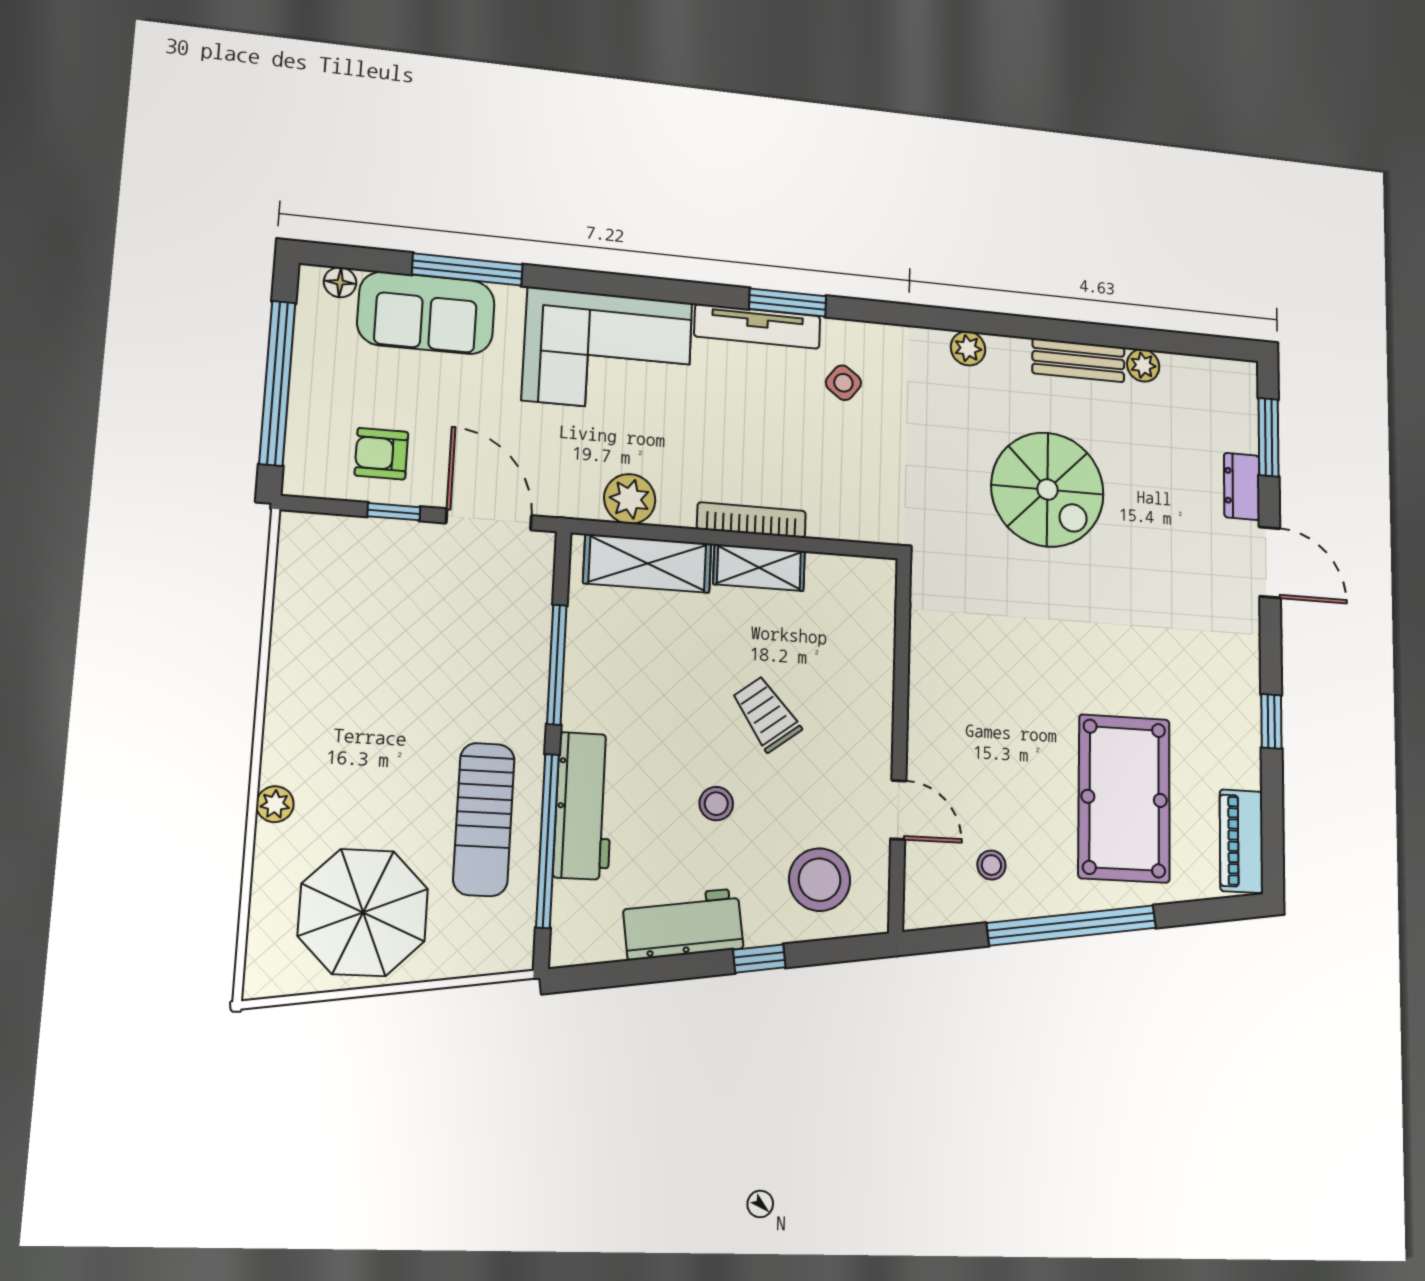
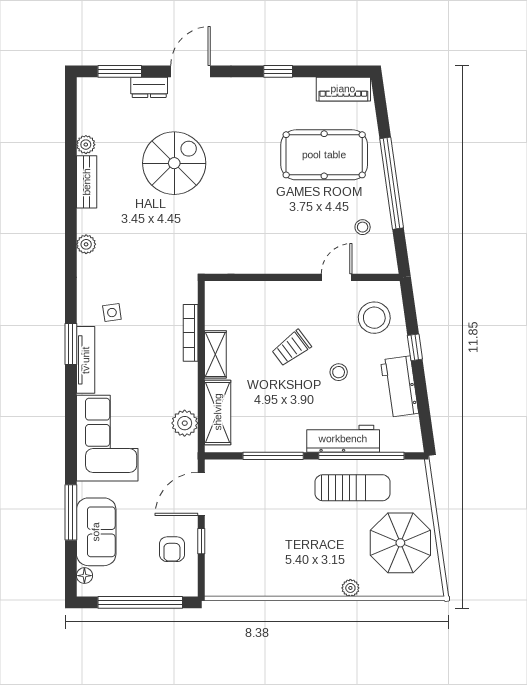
side table: (843, 383) -> (112, 313), turned 45
spiral stairs: (1048, 489) -> (174, 163), moved
bookcase: (751, 520) -> (191, 333), moved

